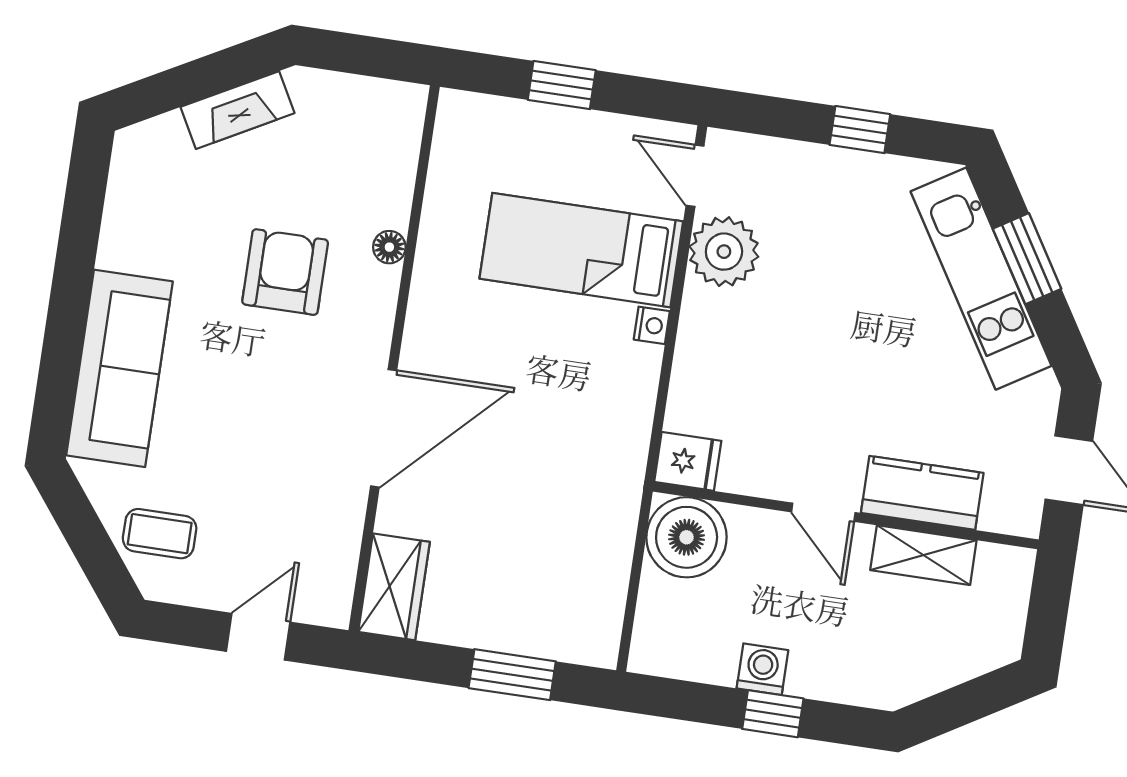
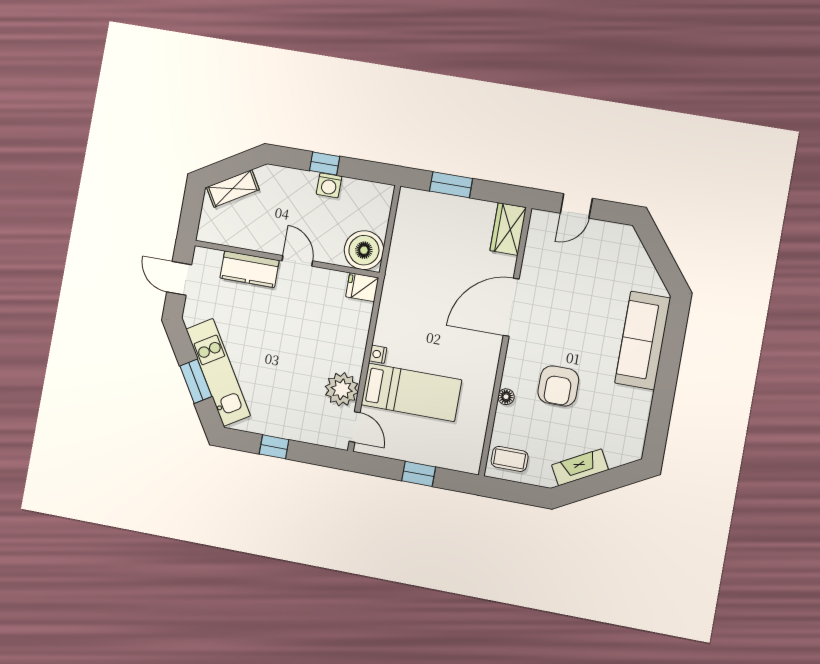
coffee table: (160, 534) -> (510, 459), moved
shelving: (923, 555) -> (233, 188), moved, turned -31

